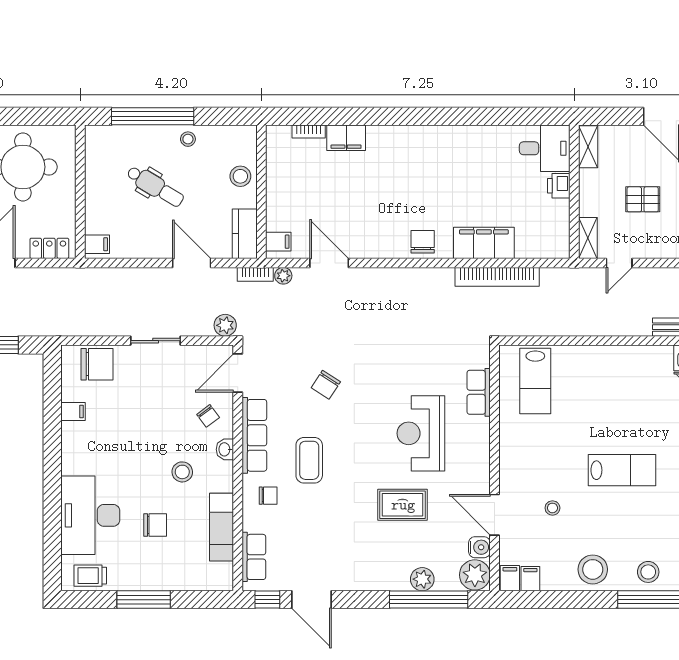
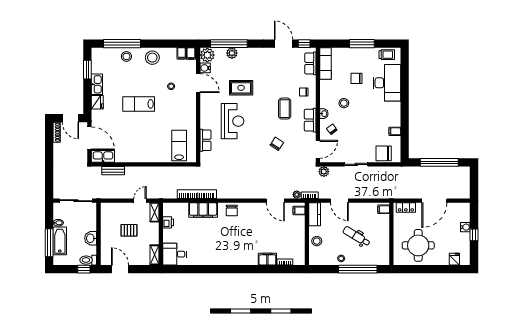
printer: (559, 186) -> (168, 222), moved
row of seats: (254, 435) -> (310, 120), width x0.68
exam couch: (221, 527) -> (326, 63), moved

